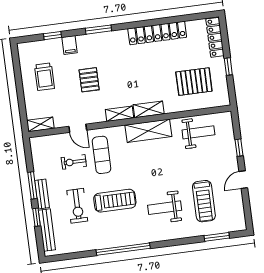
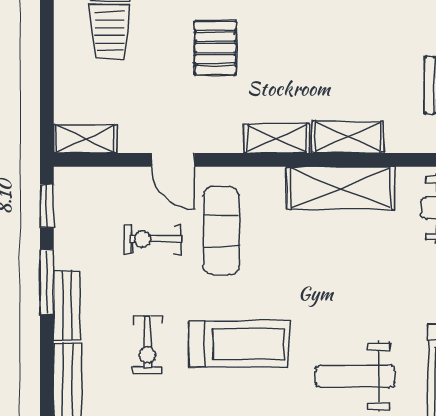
exercise bike: (77, 206) -> (147, 345), width x0.73, depth x0.72
window: (37, 217) -> (47, 206), moved

